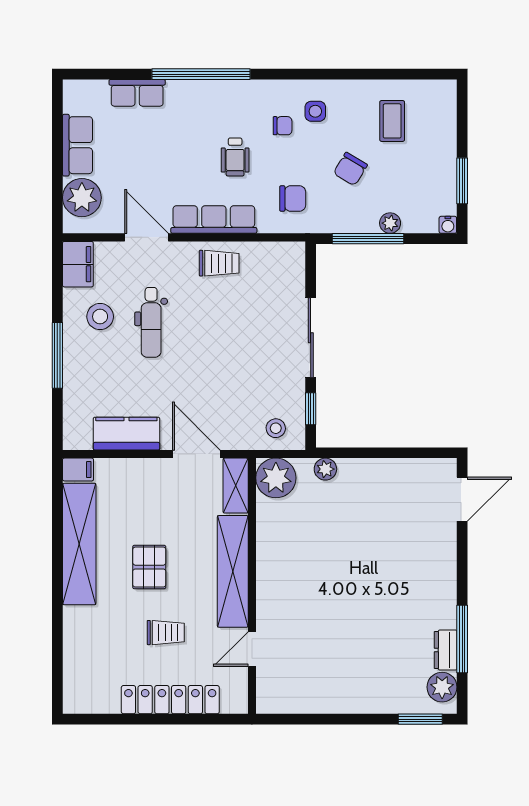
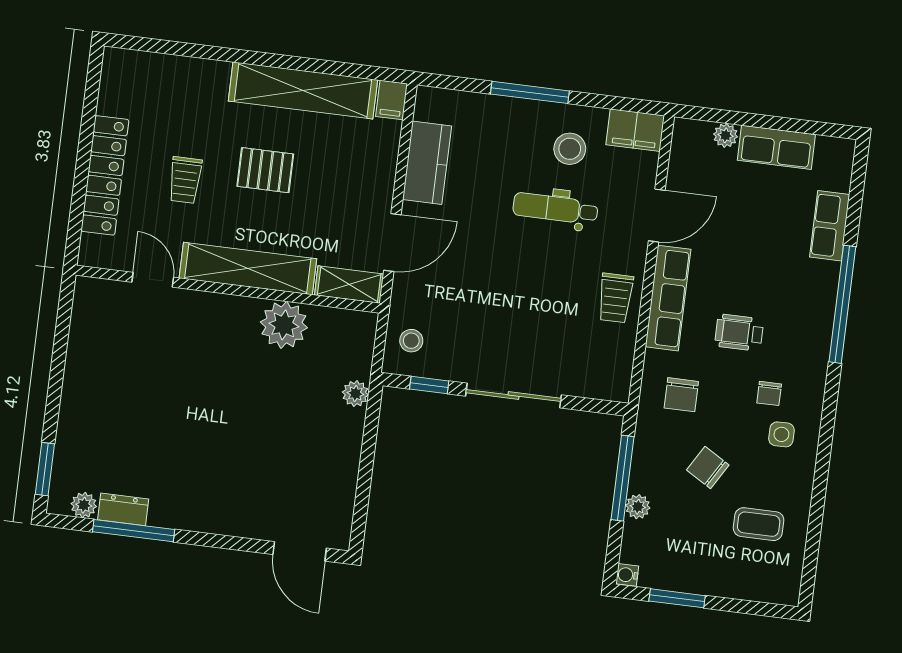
plant: (82, 198) -> (726, 135), width x0.53, depth x0.53
plant: (276, 478) -> (284, 325), moved
plant: (442, 687) -> (84, 505), width x0.73, depth x0.73

